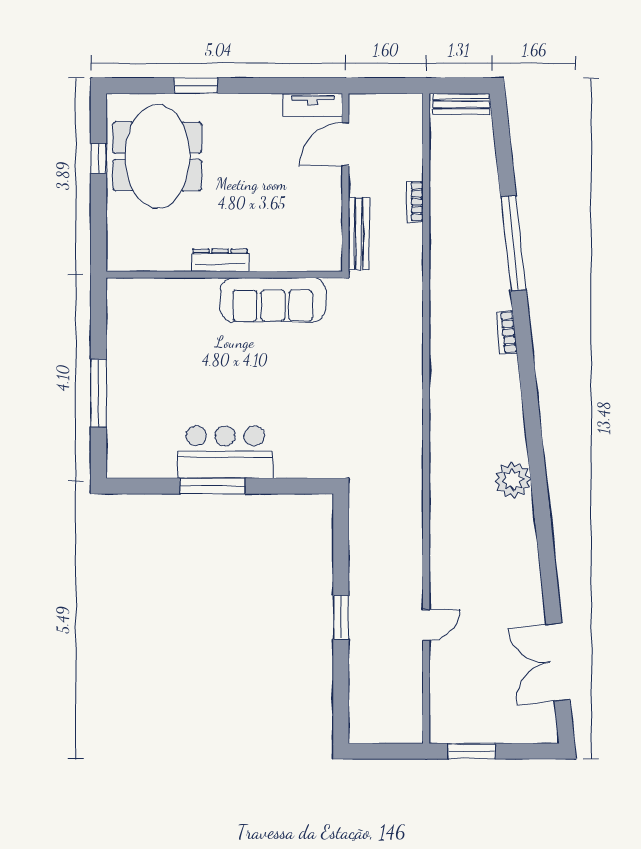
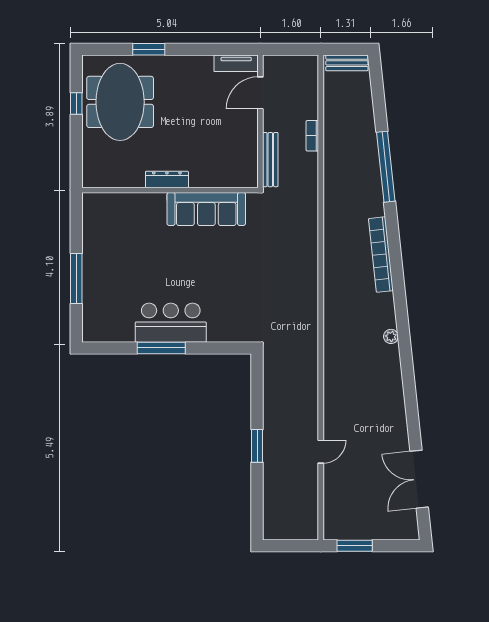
bookcase: (507, 332) -> (381, 255), width x2.31, depth x1.31
plant: (513, 480) -> (391, 336), width x0.53, depth x0.53

